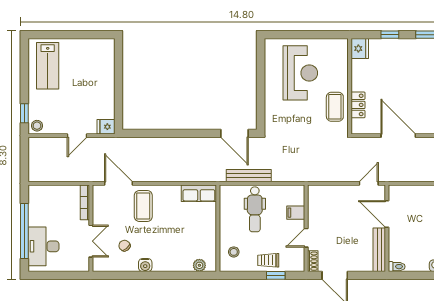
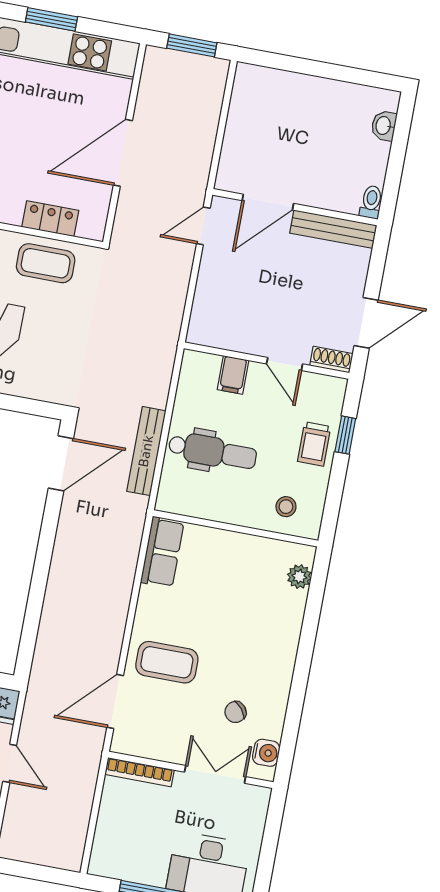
door: (369, 183) -> (203, 226), hinge flipped
water cooler: (145, 265) -> (266, 753), moved

